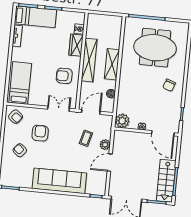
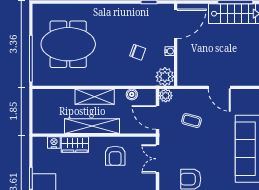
meeting table: (155, 48) -> (68, 44), turned 90
chair: (169, 85) -> (138, 52), moved
plant: (105, 145) -> (166, 96), moved

